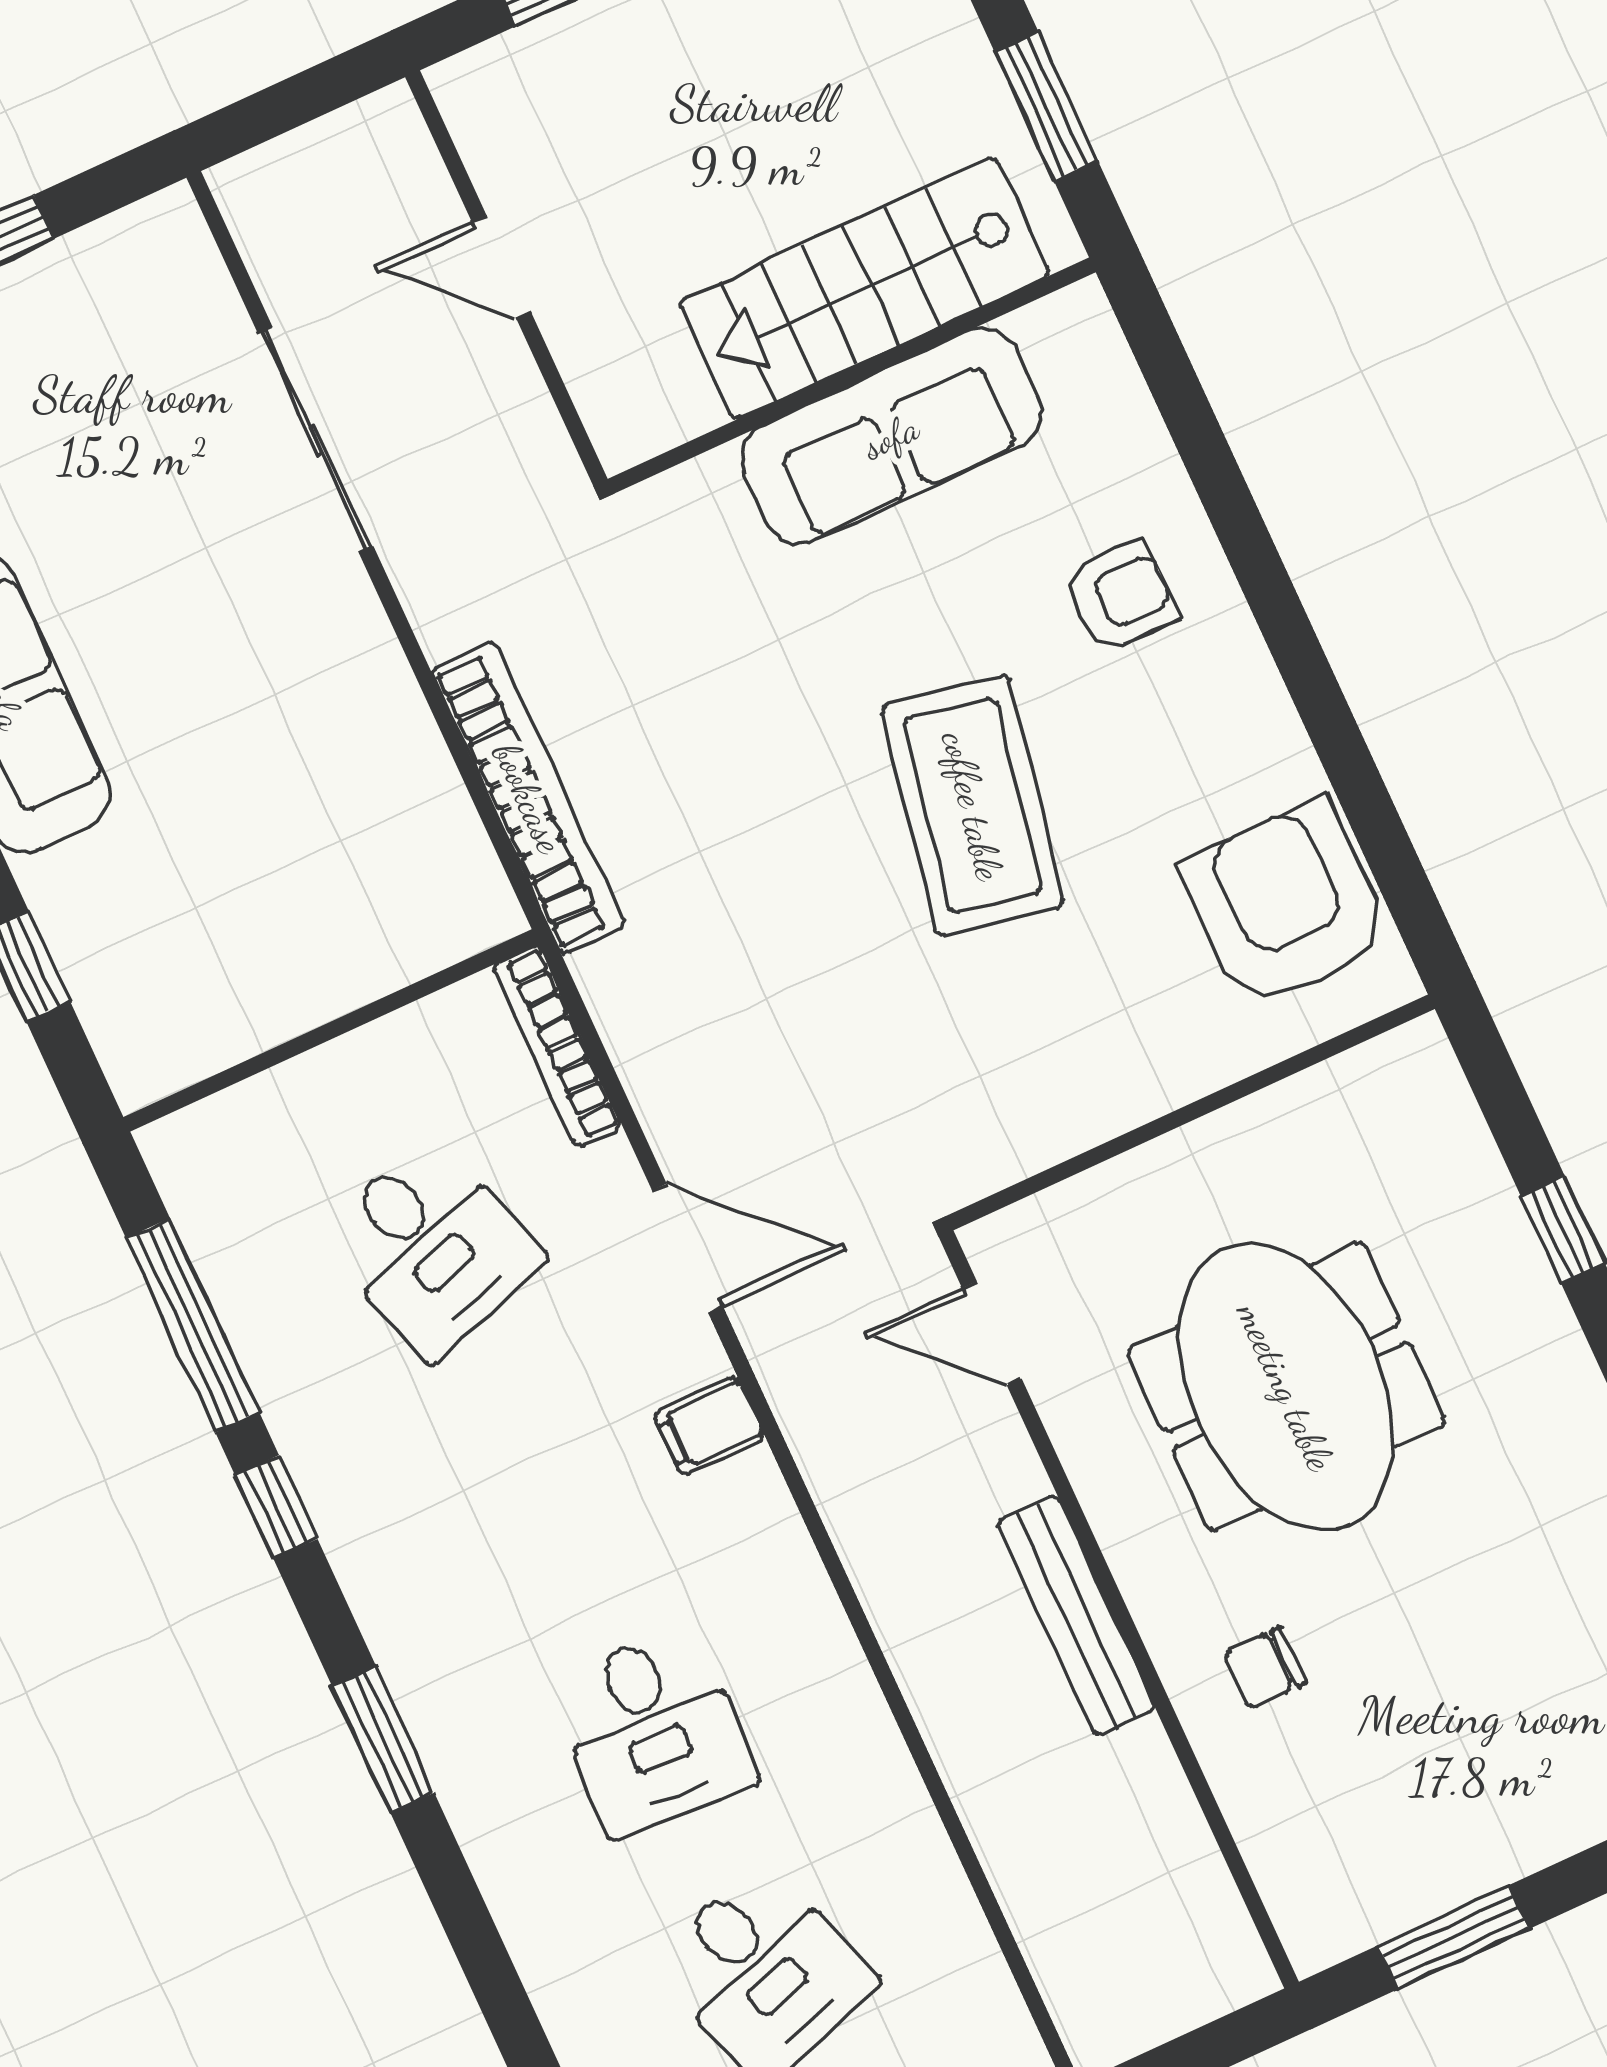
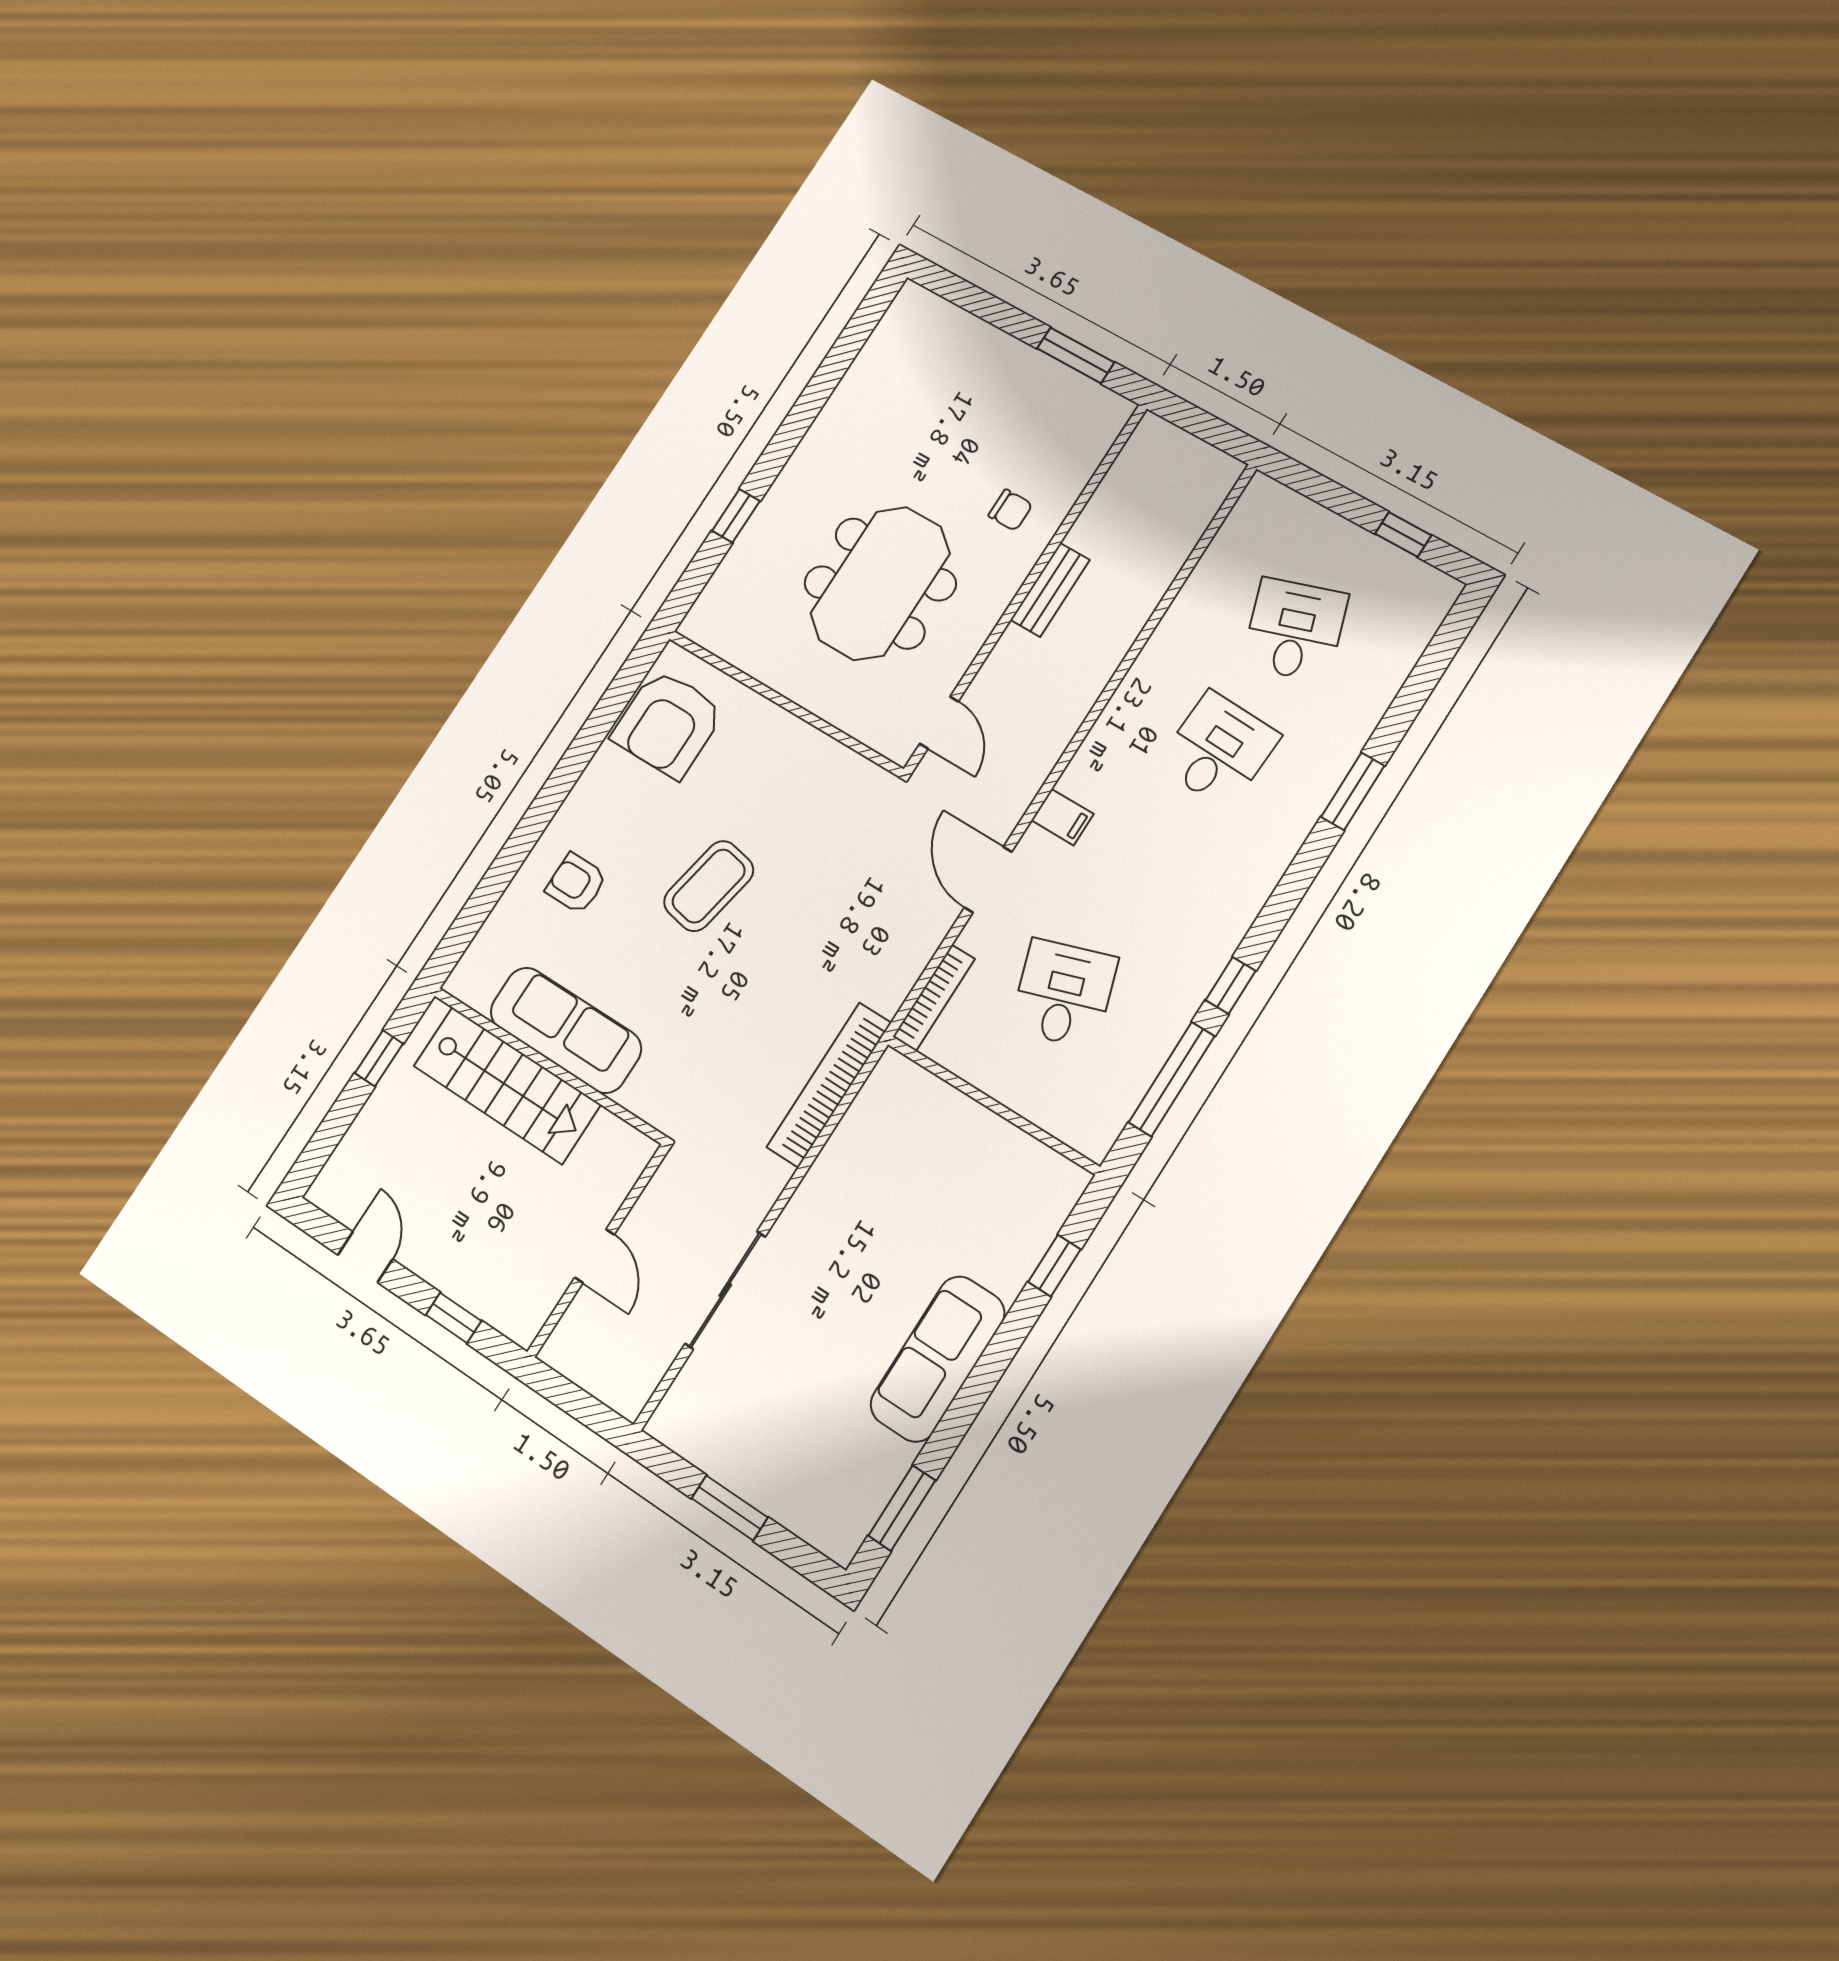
window: (1046, 106) -> (379, 1058), width x0.67
coffee table: (973, 806) -> (709, 886), width x0.73, depth x0.76
bench: (1076, 1615) -> (1050, 590), width x0.73
window: (383, 1739) -> (1353, 791), moved

